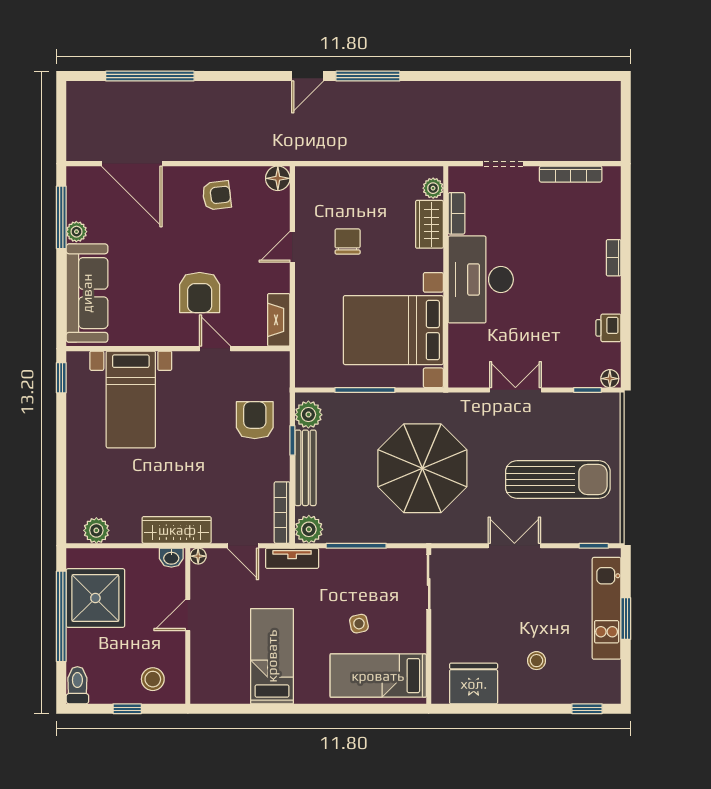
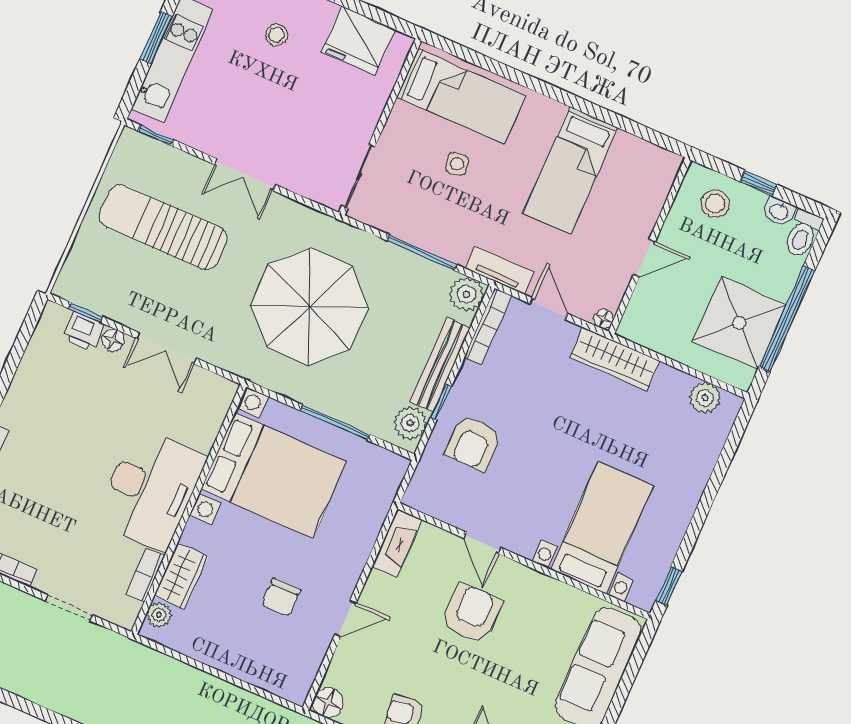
printer: (608, 328) -> (84, 332), moved, turned 90
floor lamp: (610, 379) -> (113, 340), moved
washbasin: (171, 558) -> (779, 211), moved, turned 180

